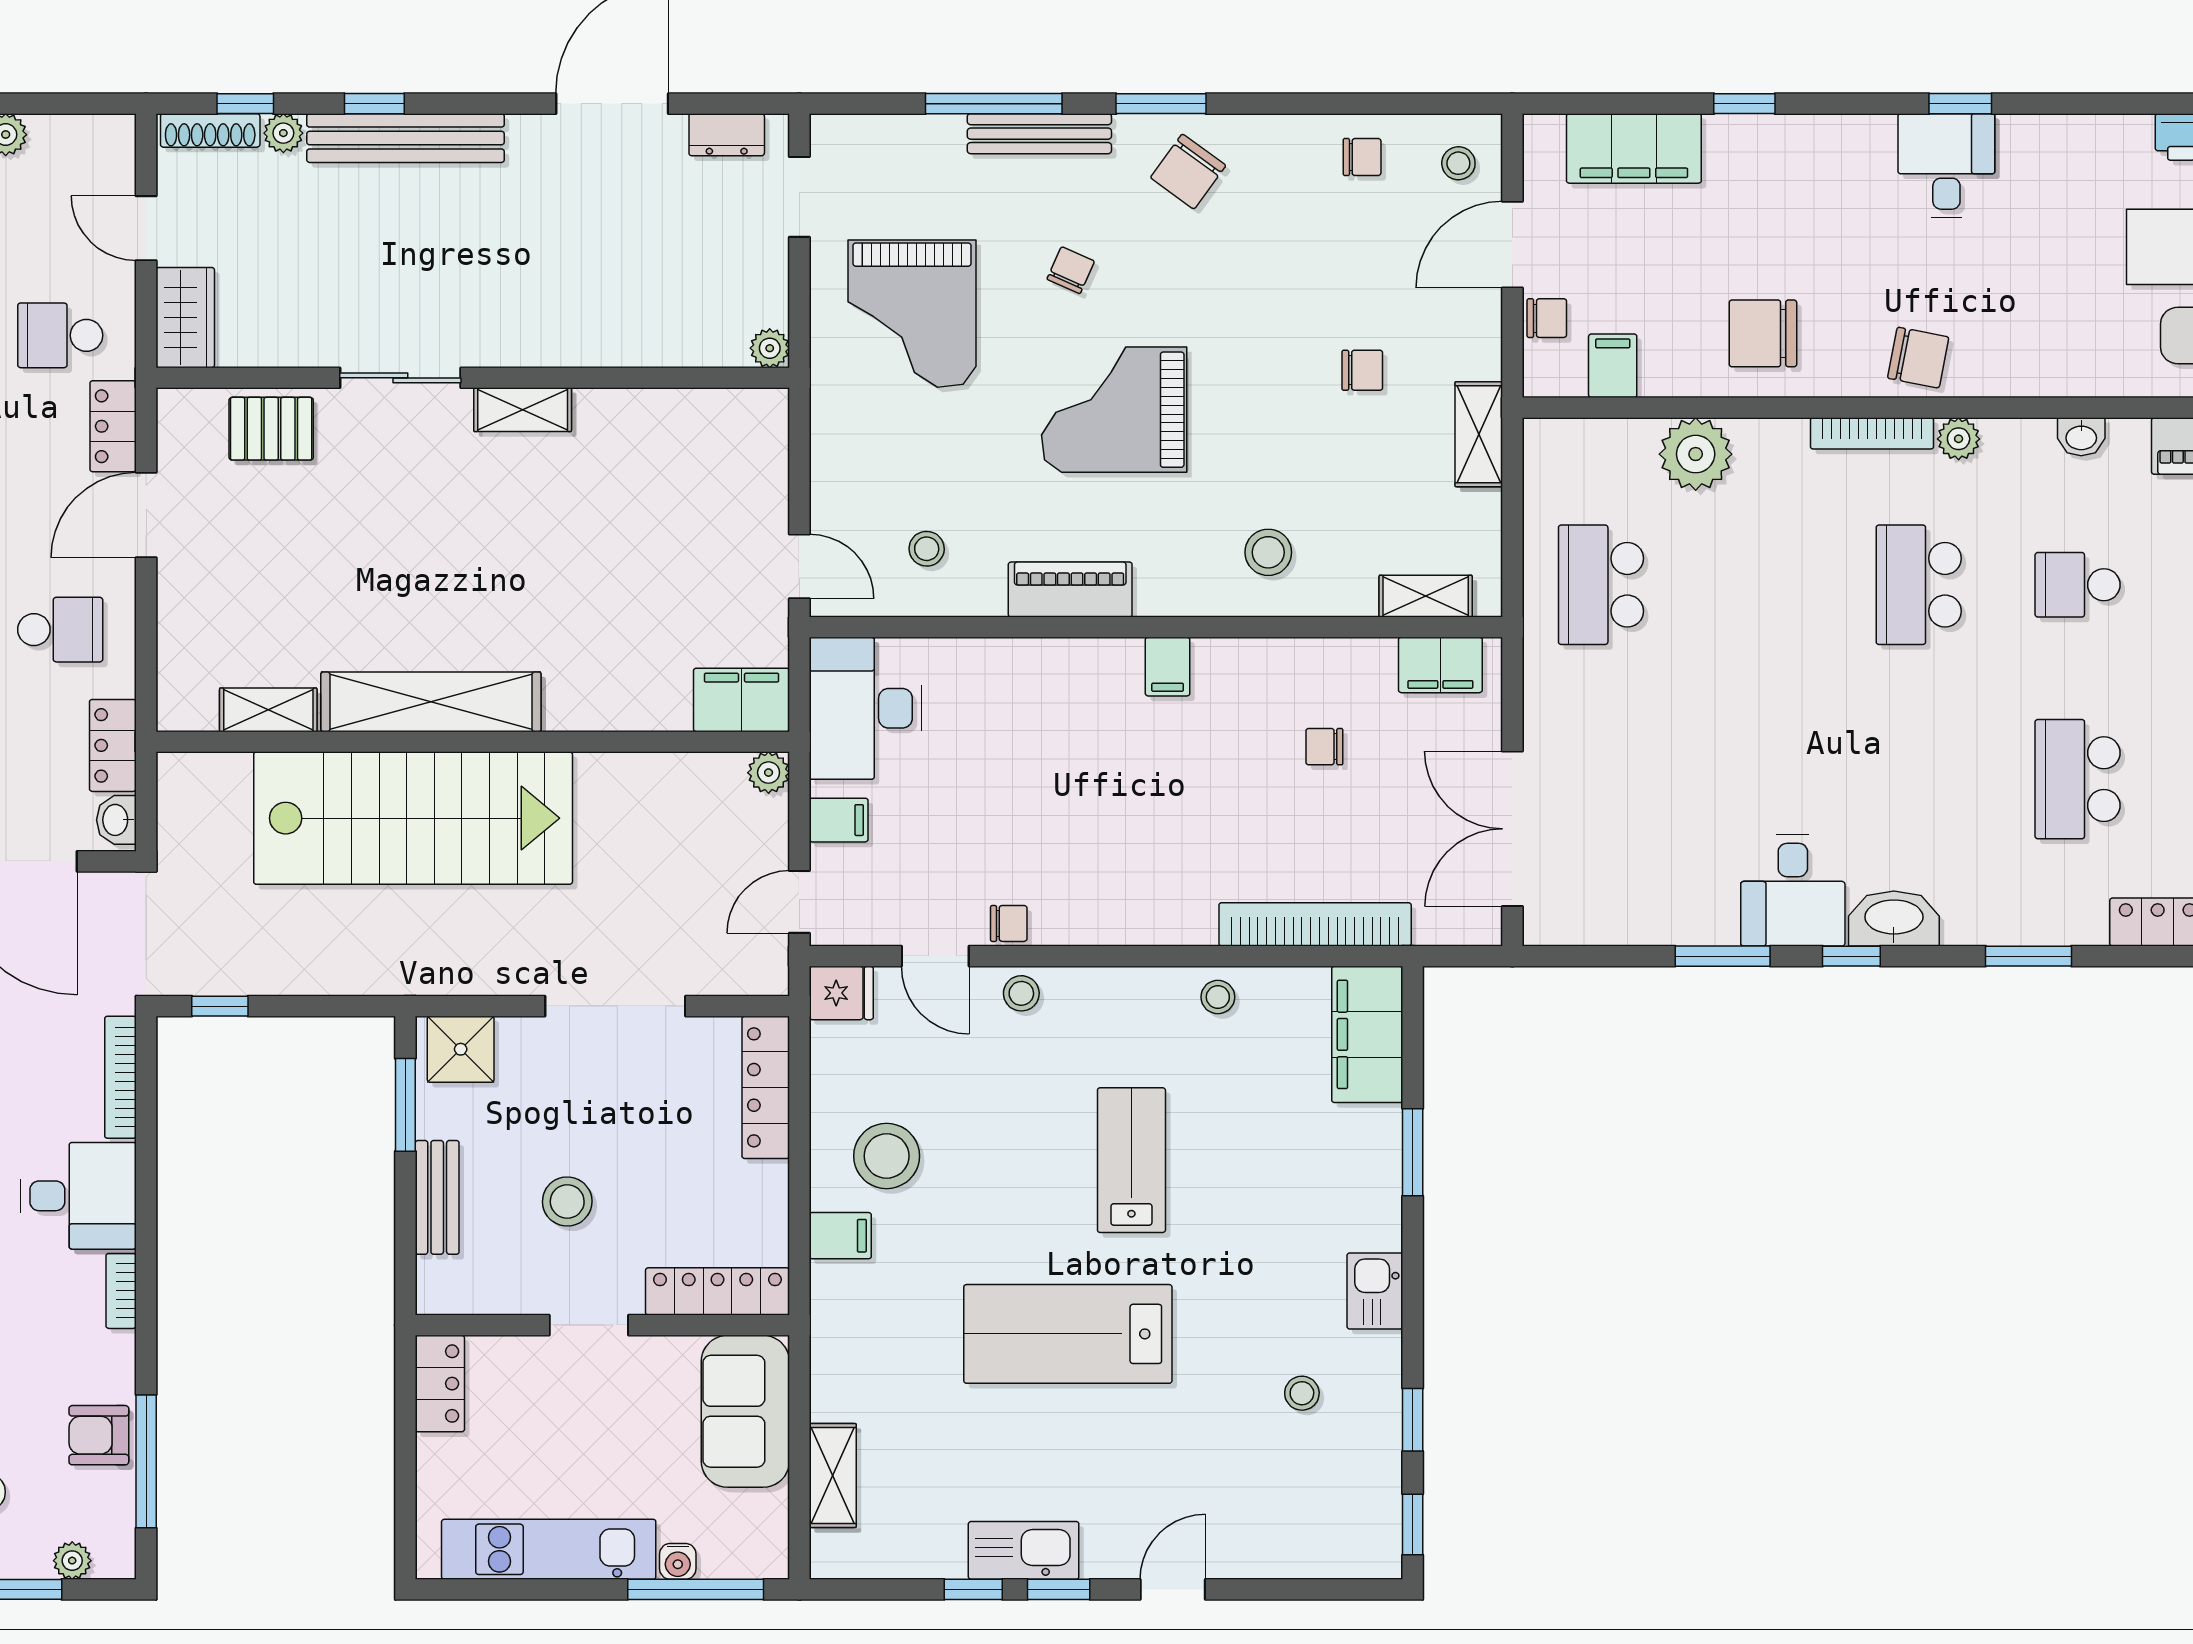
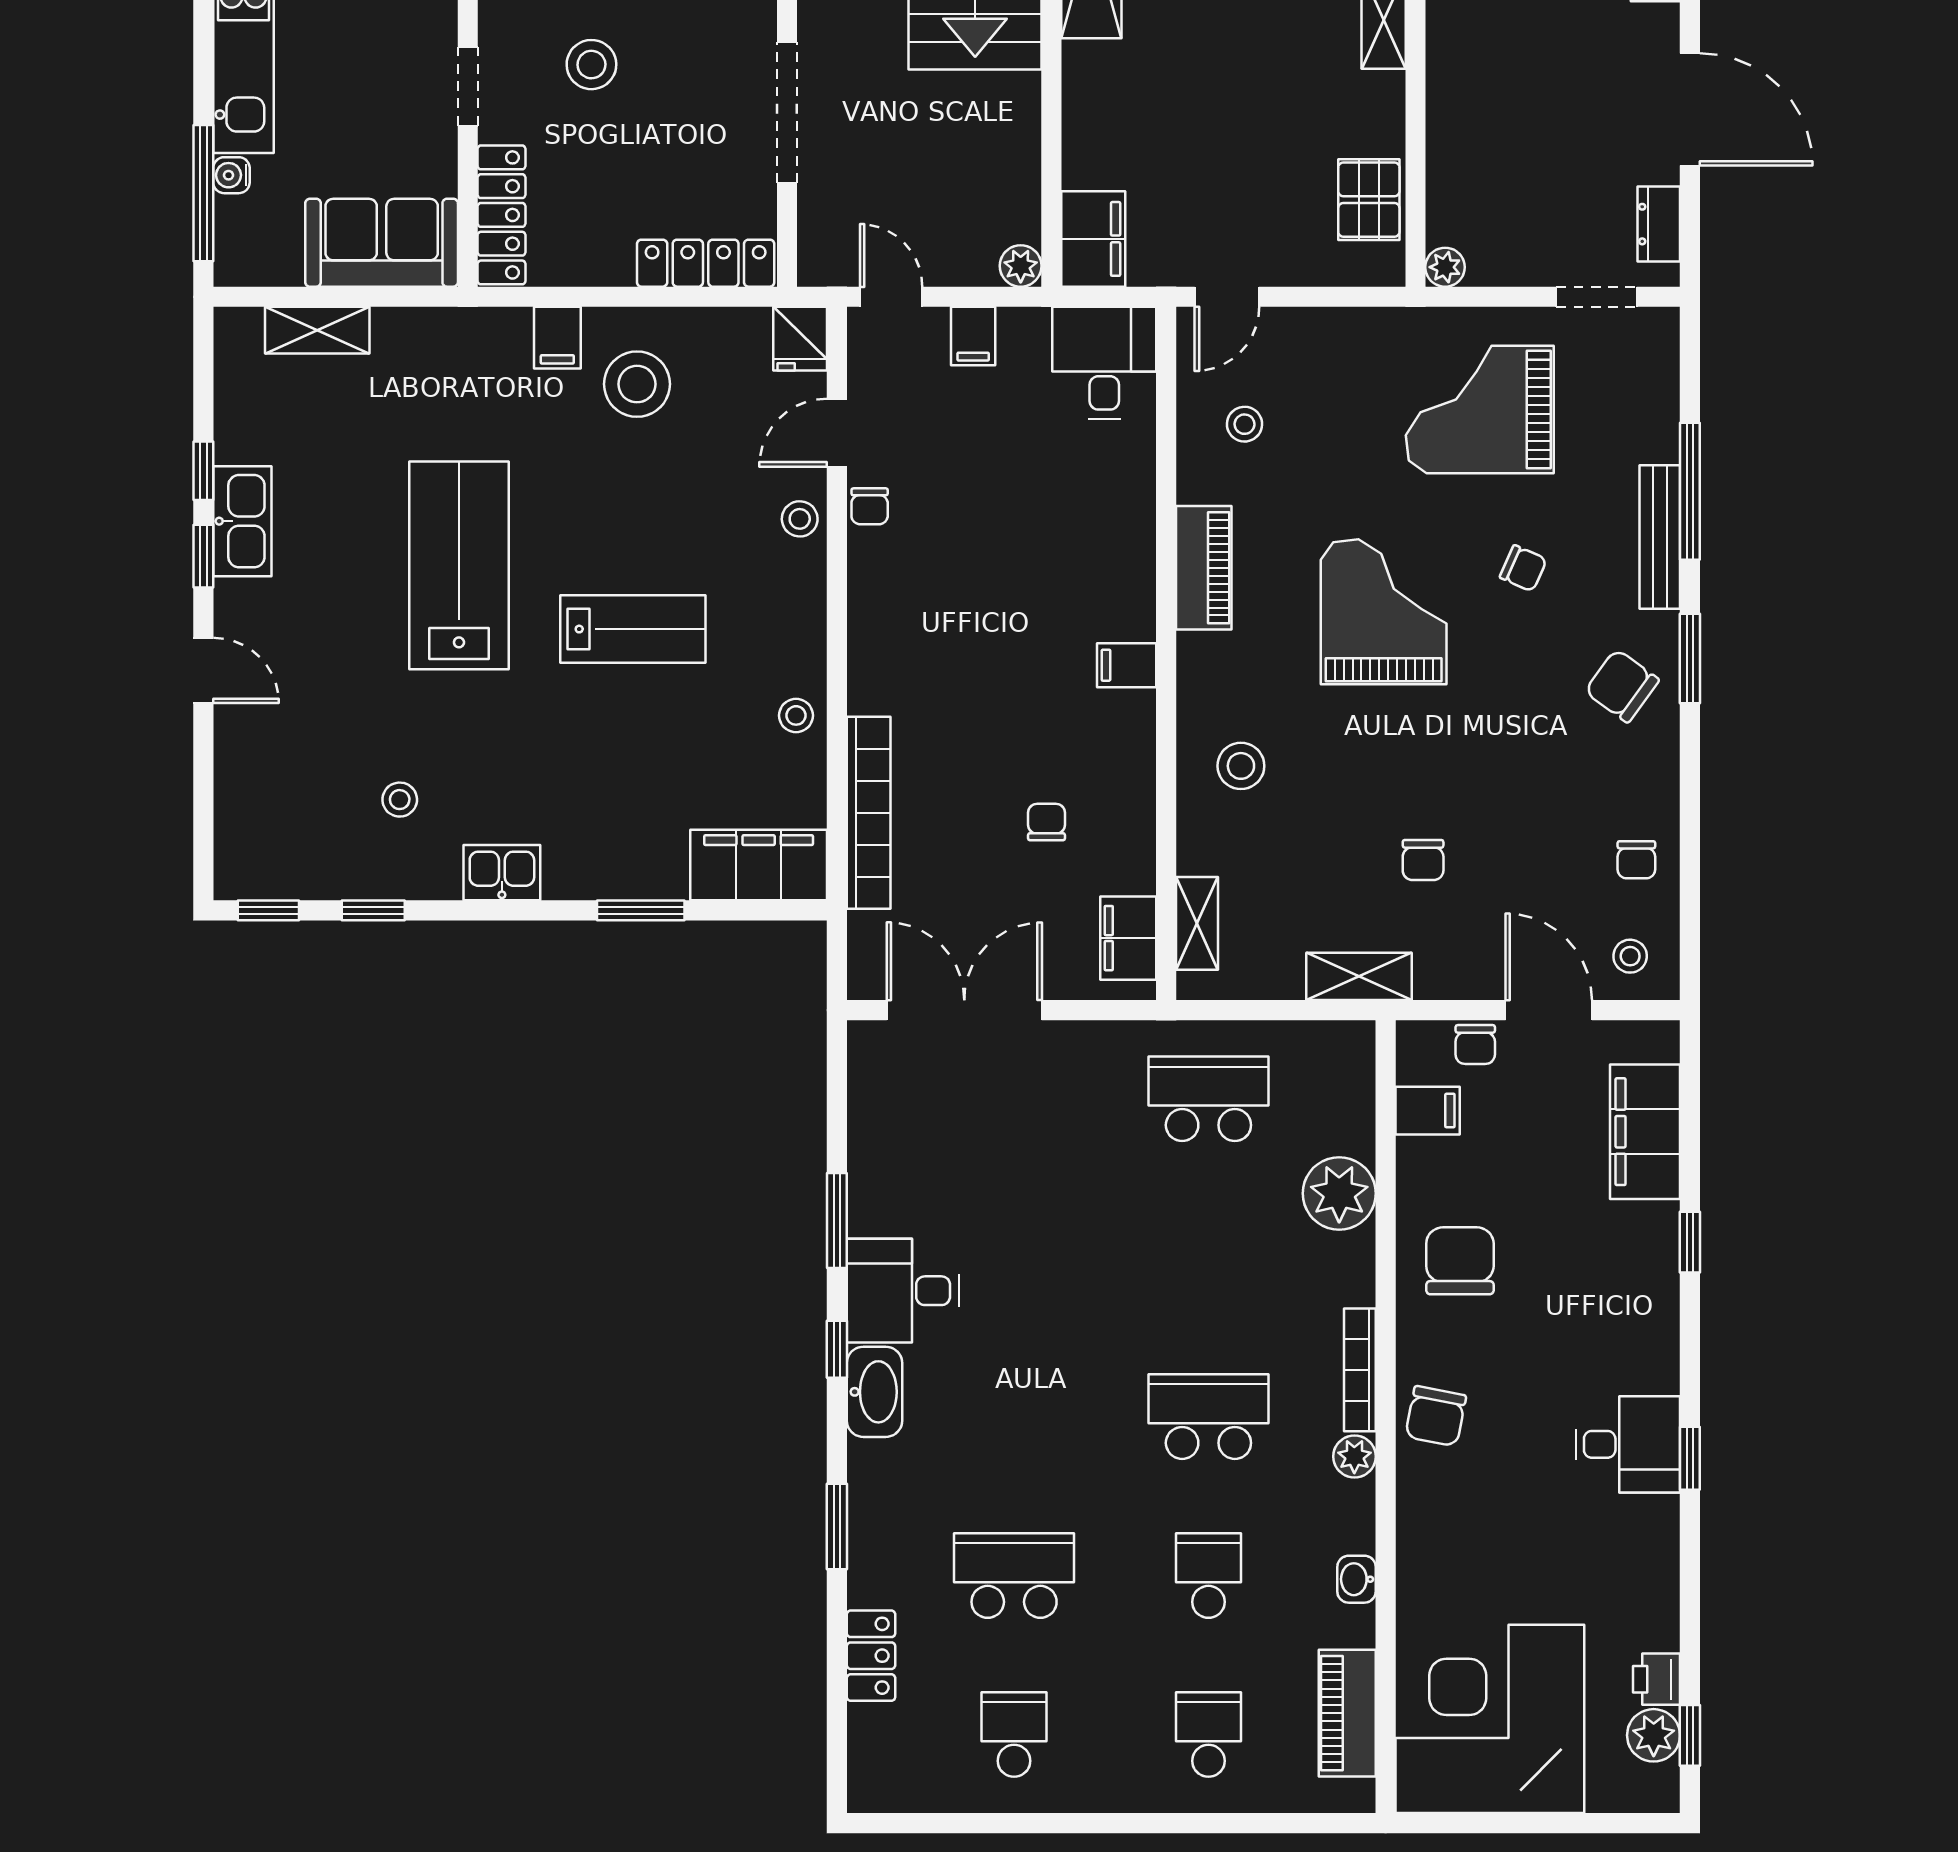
pallet: (702, 424) -> (1369, 200), added
desk: (865, 708) -> (1104, 363), width x0.73

